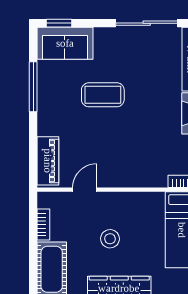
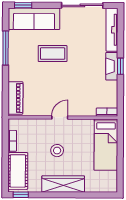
sofa: (65, 43) -> (34, 19), width x1.36
door: (85, 190) -> (60, 117), moved

